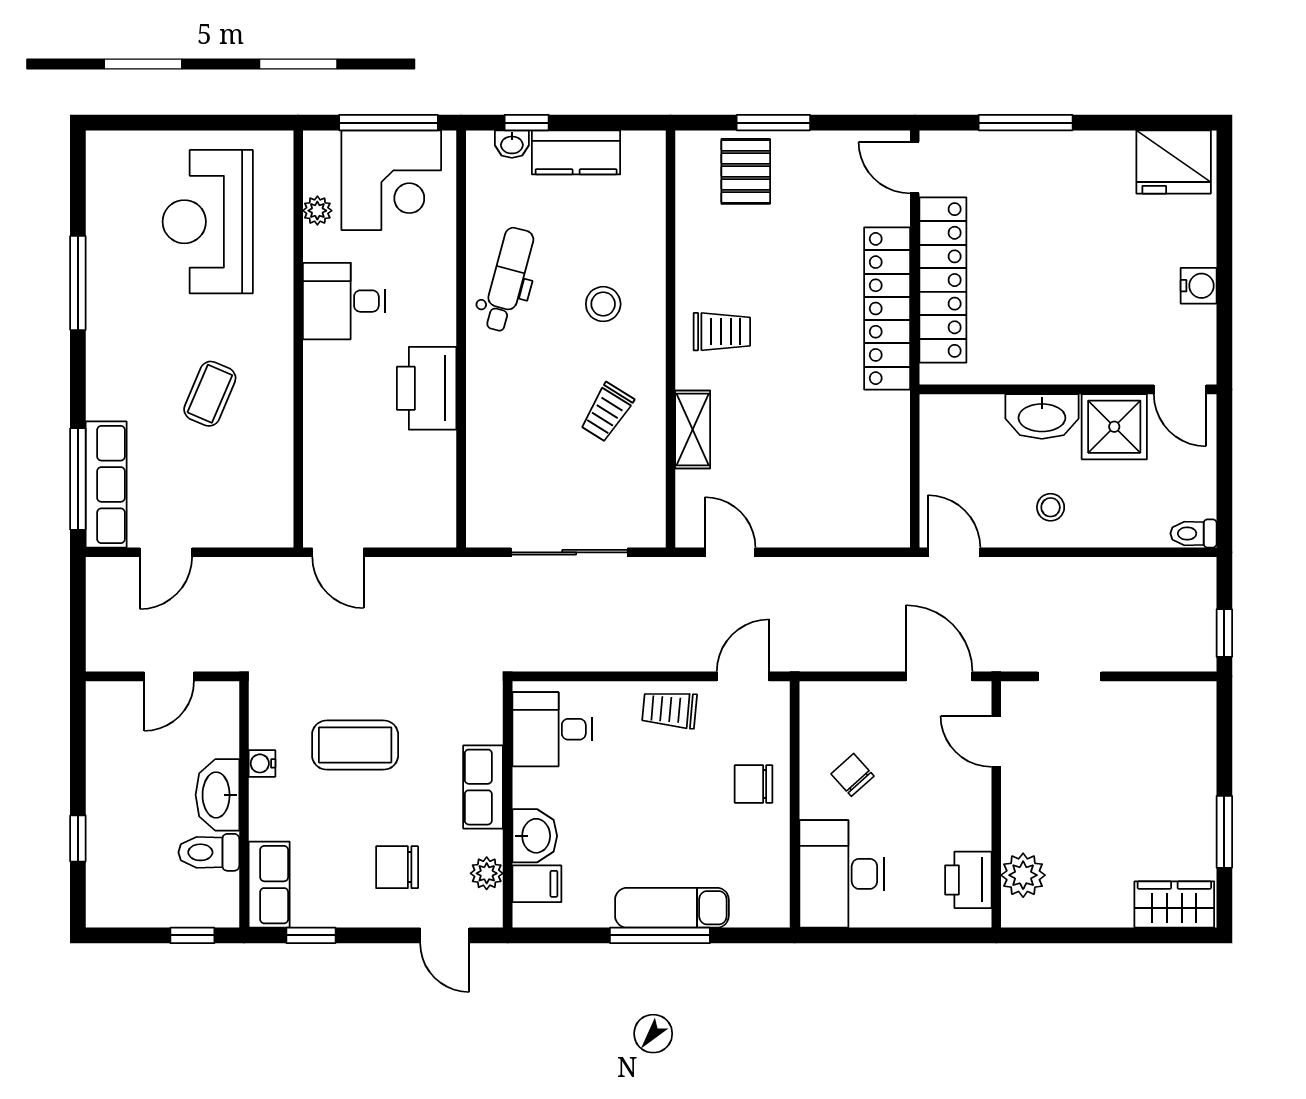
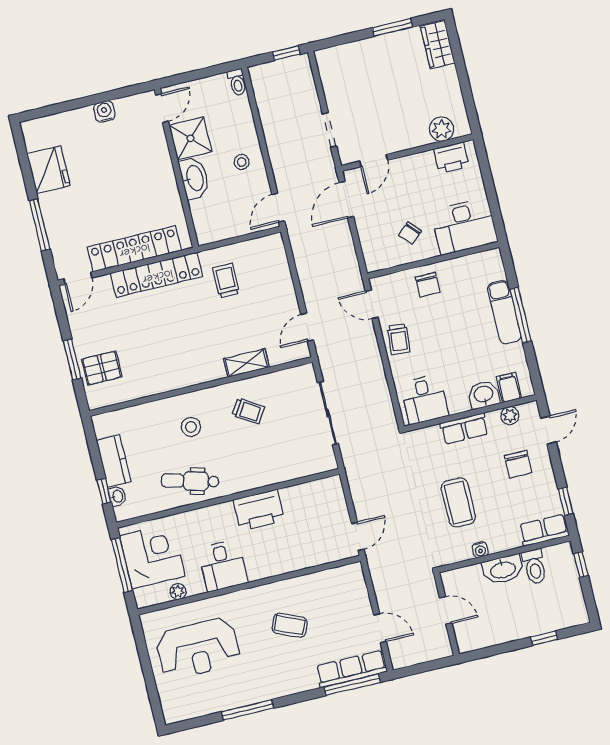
fridge: (1174, 162) -> (48, 170), moved
trolley: (722, 332) -> (226, 281), moved

